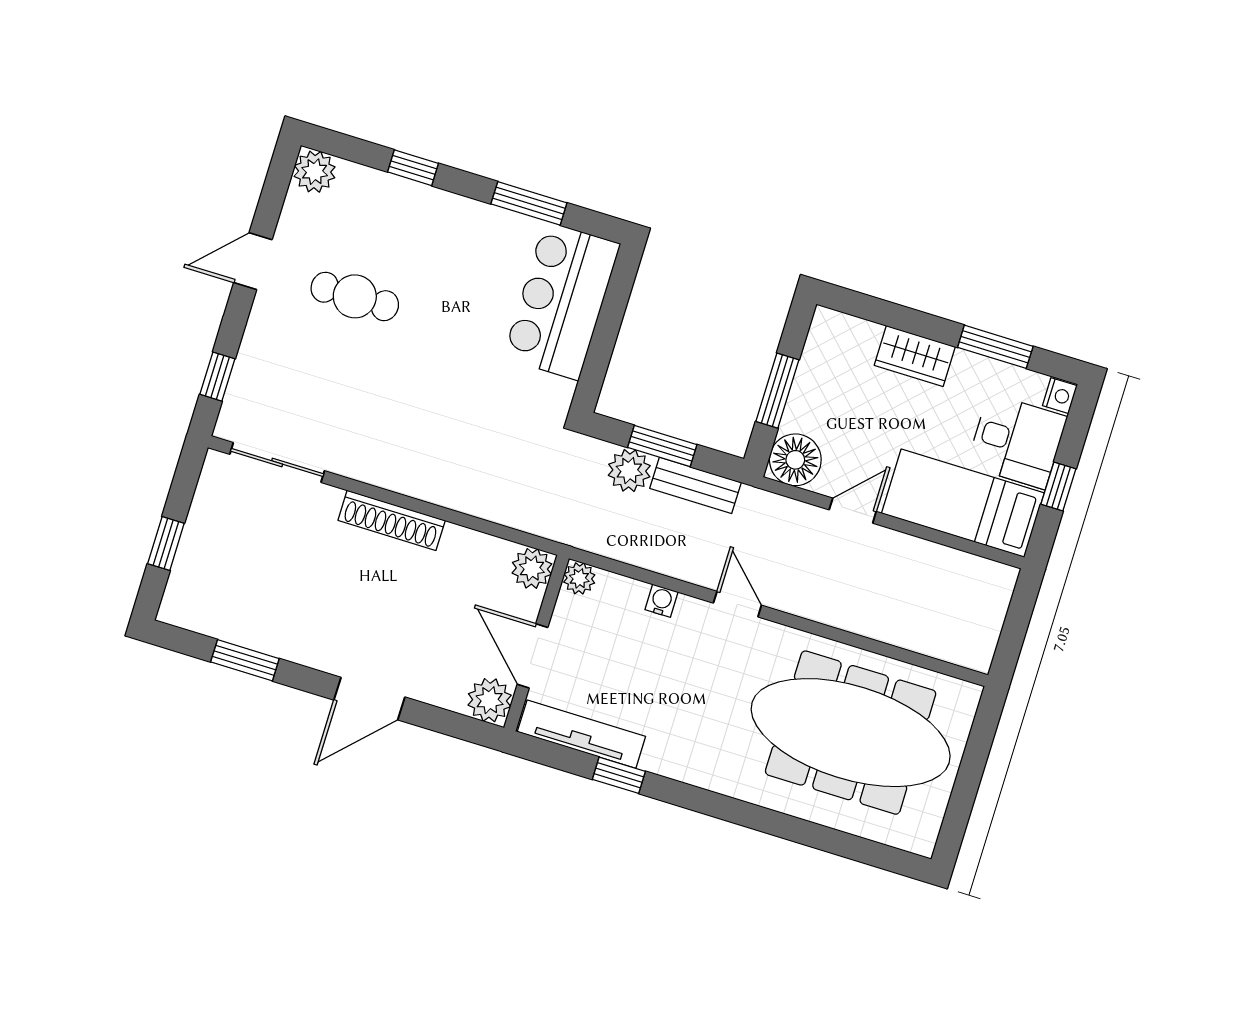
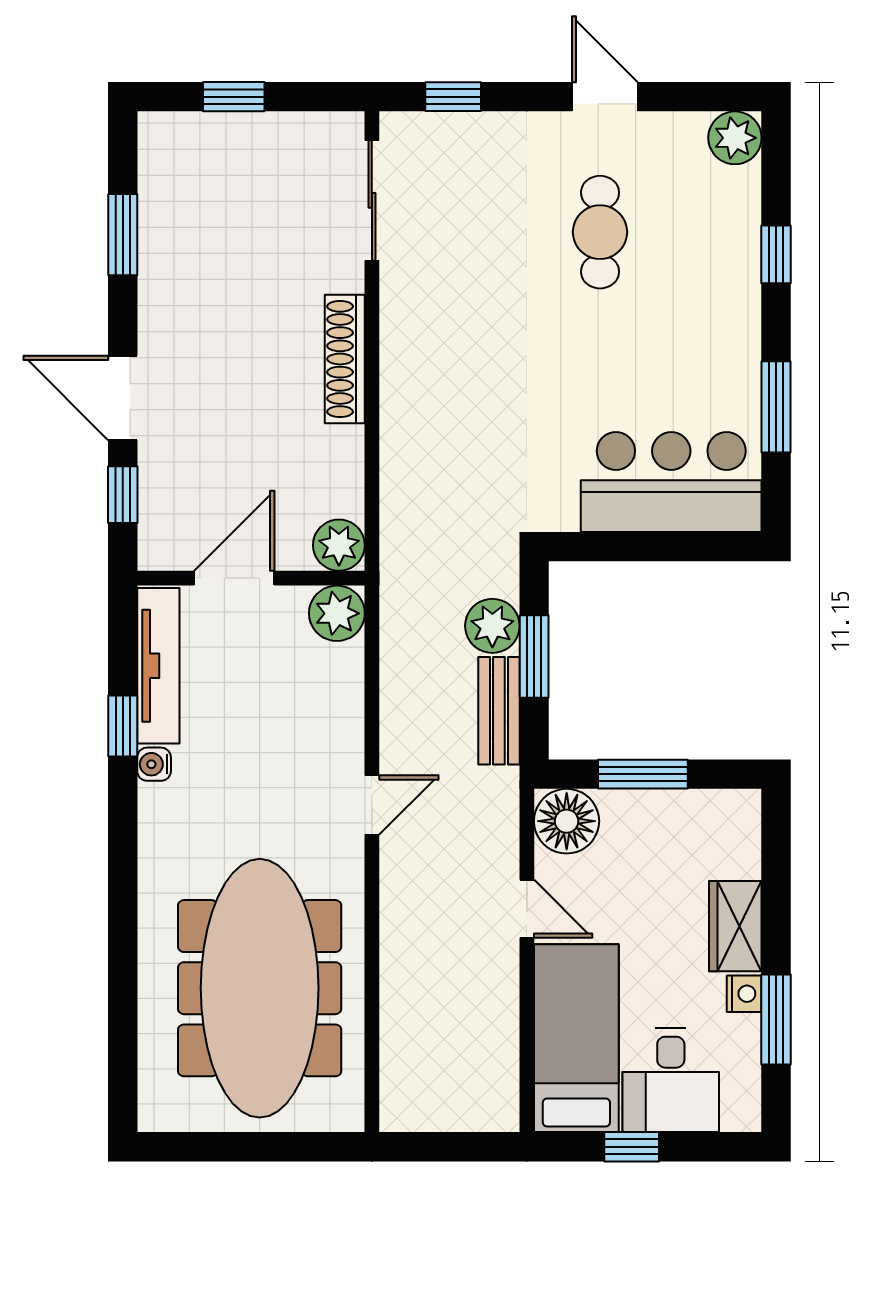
nightstand: (1060, 396) -> (744, 994), moved, turned -90
plant: (579, 578) -> (337, 613), width x1.38, depth x1.38
water cooler: (661, 601) -> (154, 764), moved, turned 180
plant: (490, 700) -> (165, 543), removed
window: (443, 721) -> (123, 495), added

